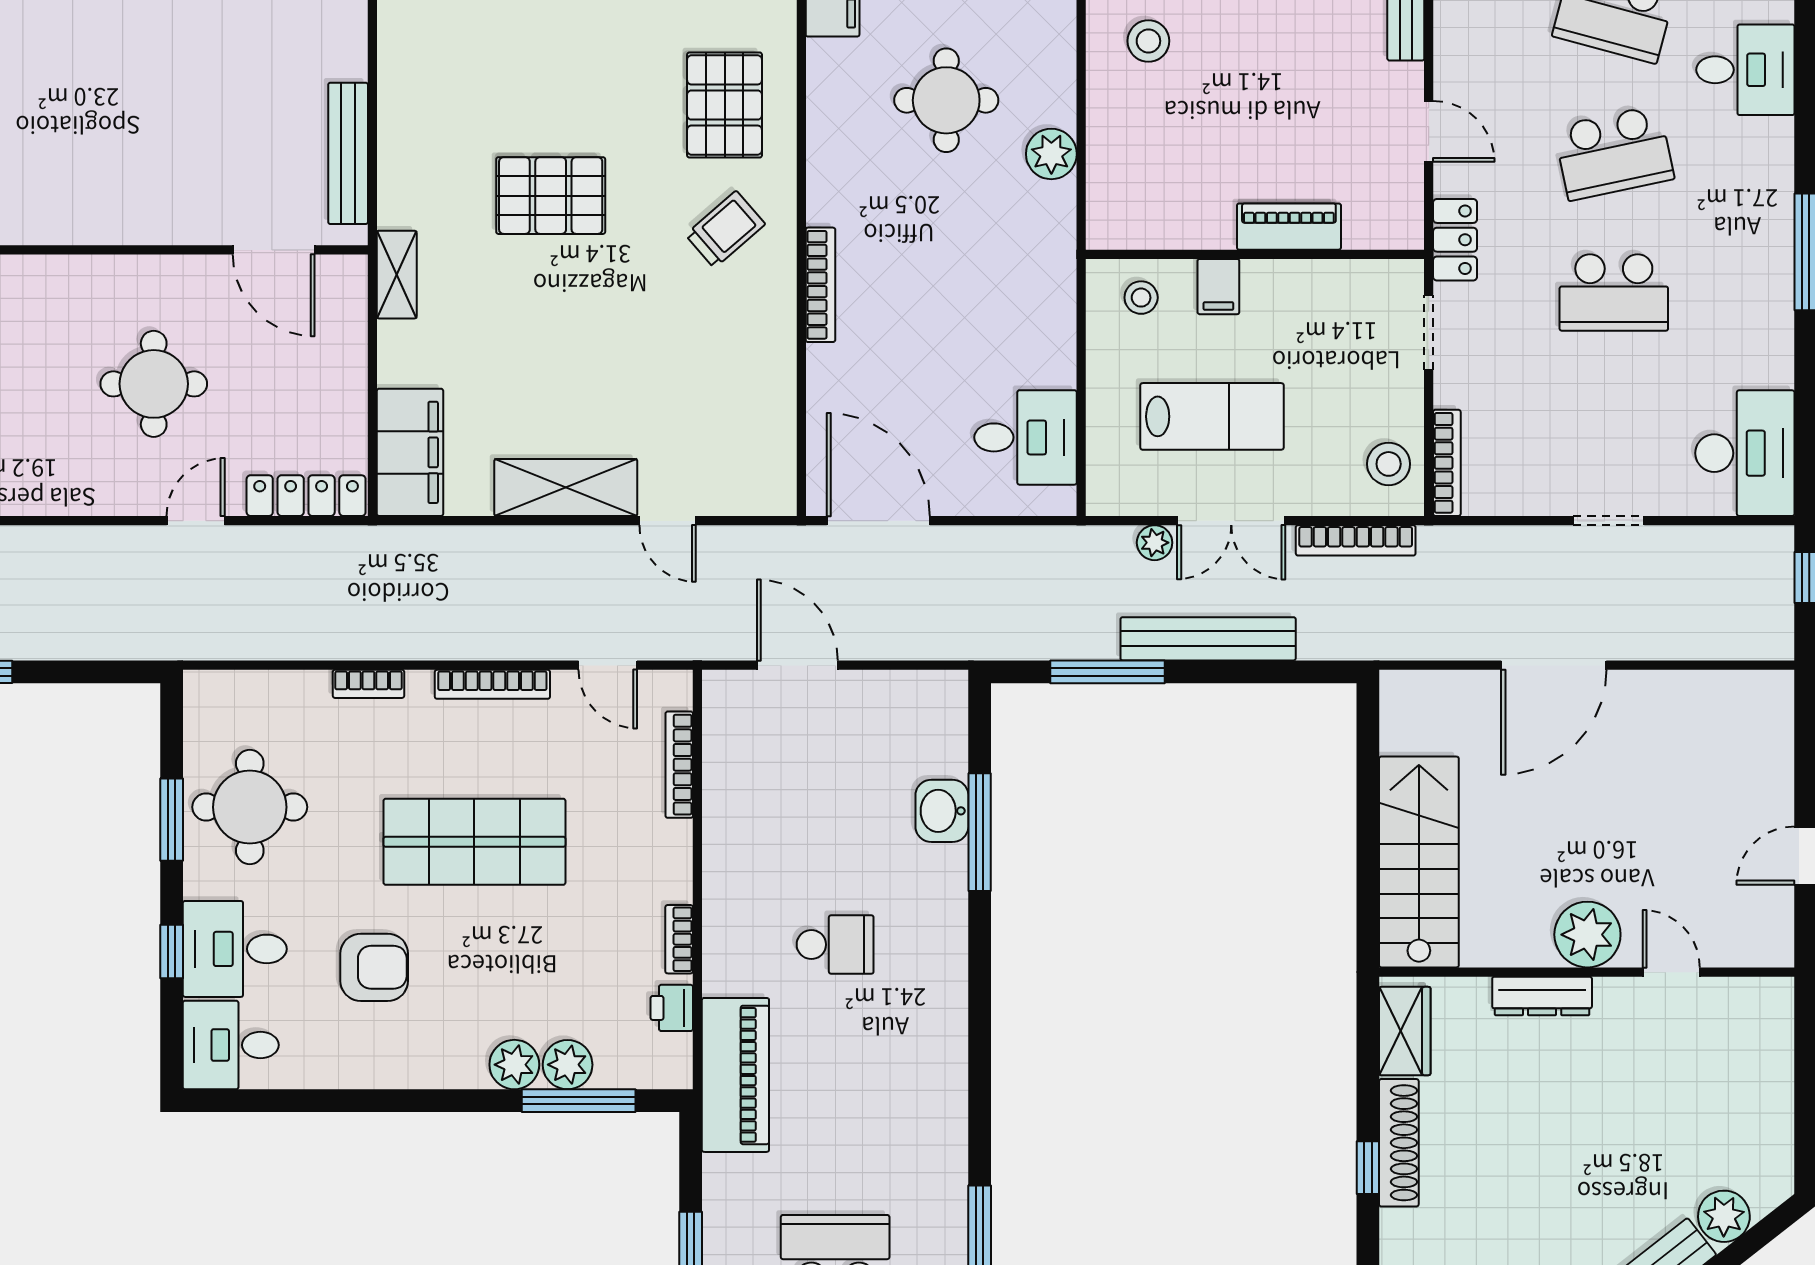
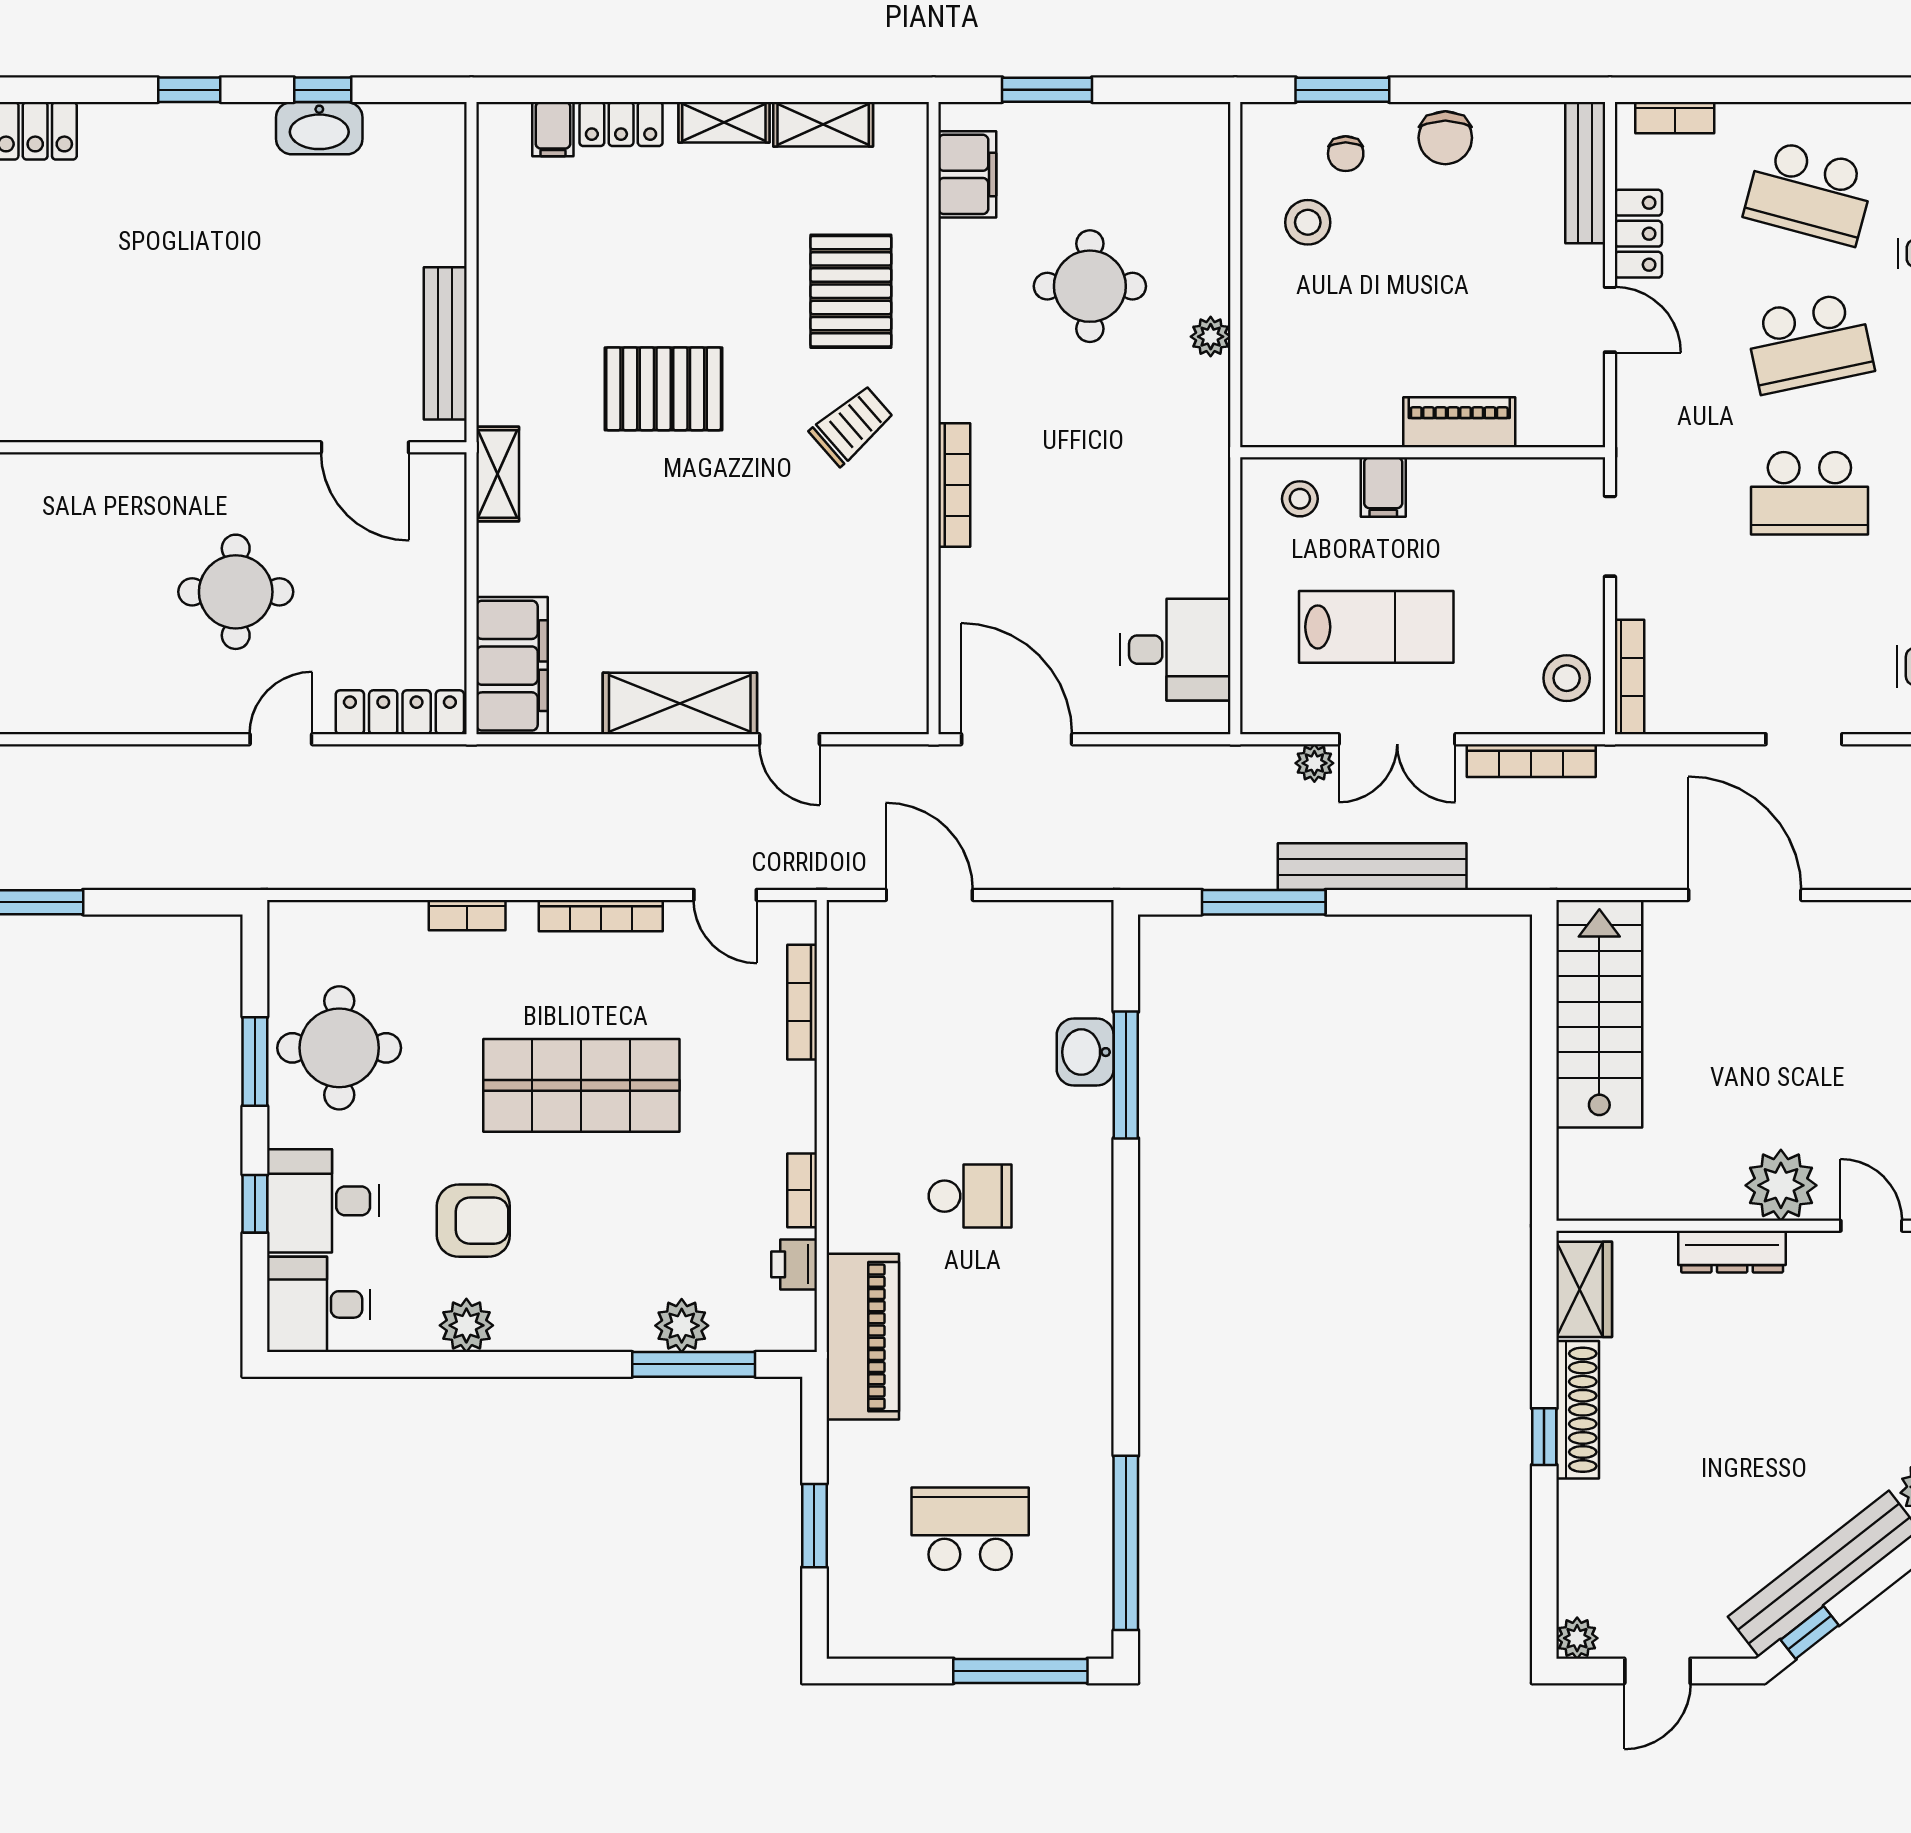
plant: (1051, 154) -> (1211, 337), width x0.73, depth x0.73
locker: (1455, 240) -> (1638, 234), moved
door: (1554, 665) -> (1745, 895), swing flipped
stairs: (1419, 862) -> (1599, 1014), moved
plant: (514, 1065) -> (466, 1325), moved

